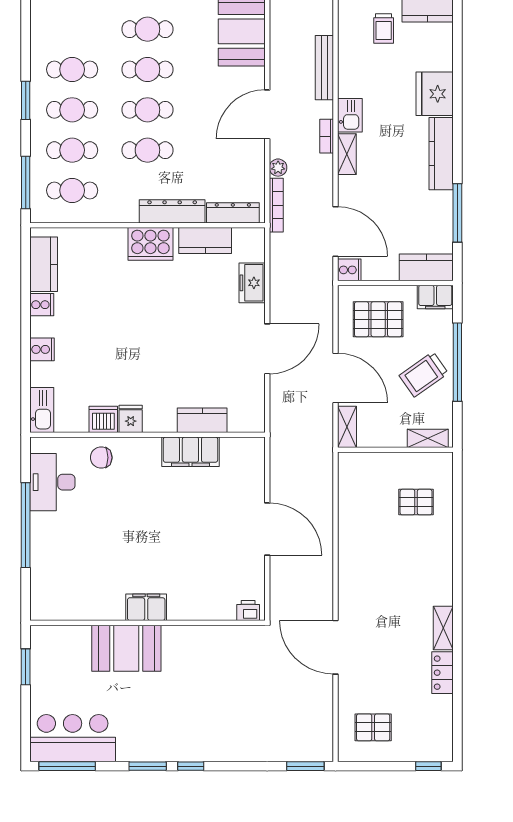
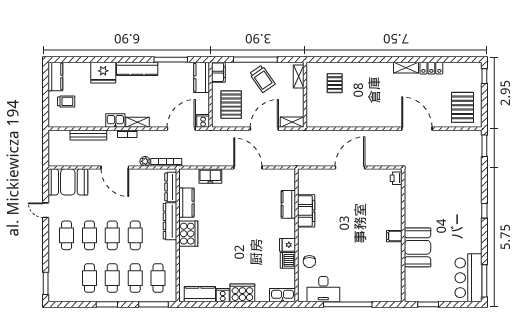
cooker: (42, 349) -> (242, 293), width x1.87, depth x1.31
filing cabinet: (146, 607) -> (394, 236), width x0.50
door: (336, 647) -> (417, 129), swing flipped
pallet: (373, 727) -> (462, 107), width x1.50, depth x1.42
window: (148, 766) -> (484, 235), removed

